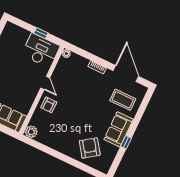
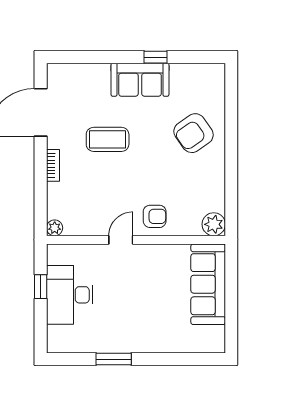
desk: (41, 50) -> (70, 295), moved
coffee table: (123, 100) -> (108, 139), moved, turned 90
armchair: (90, 148) -> (194, 133), moved

